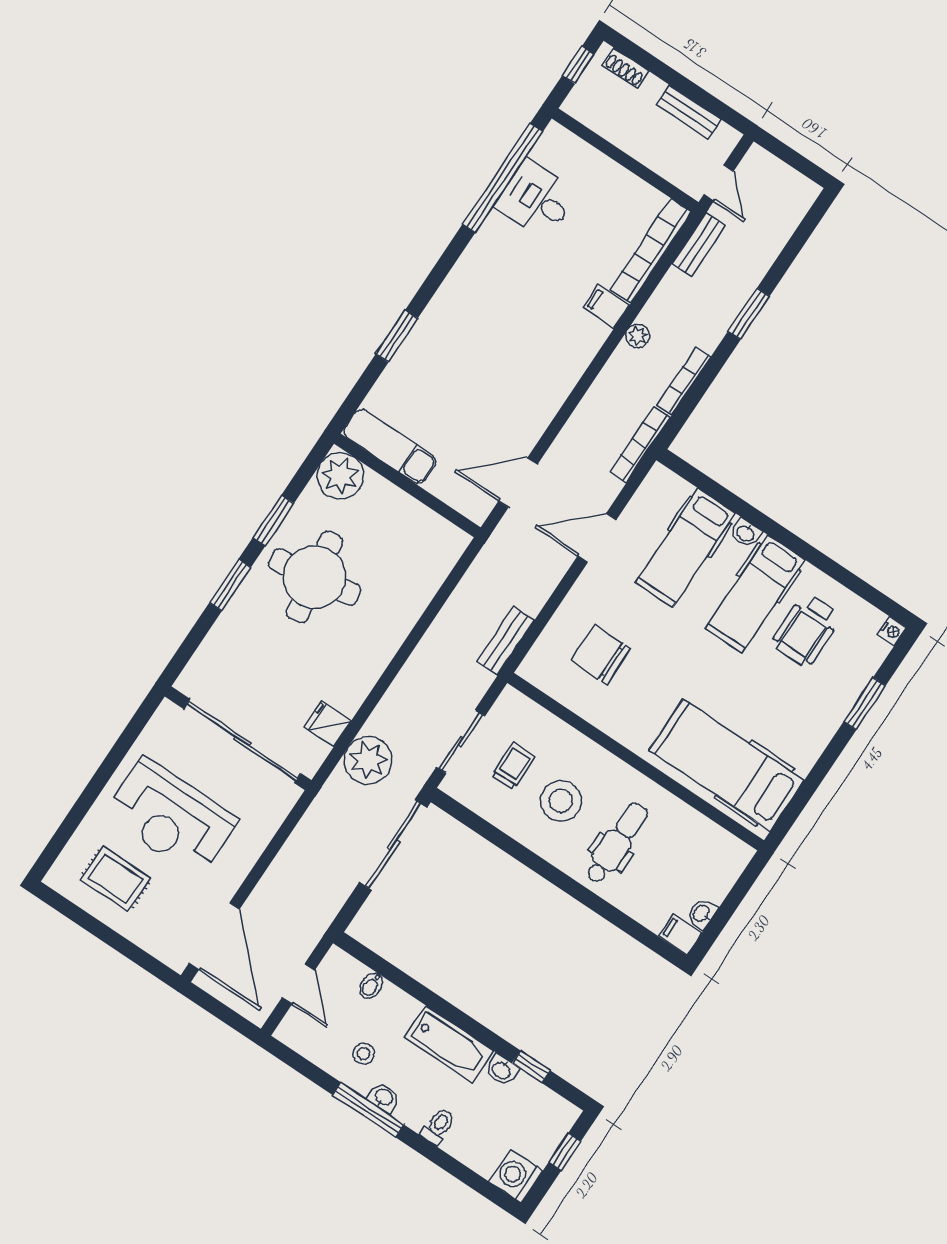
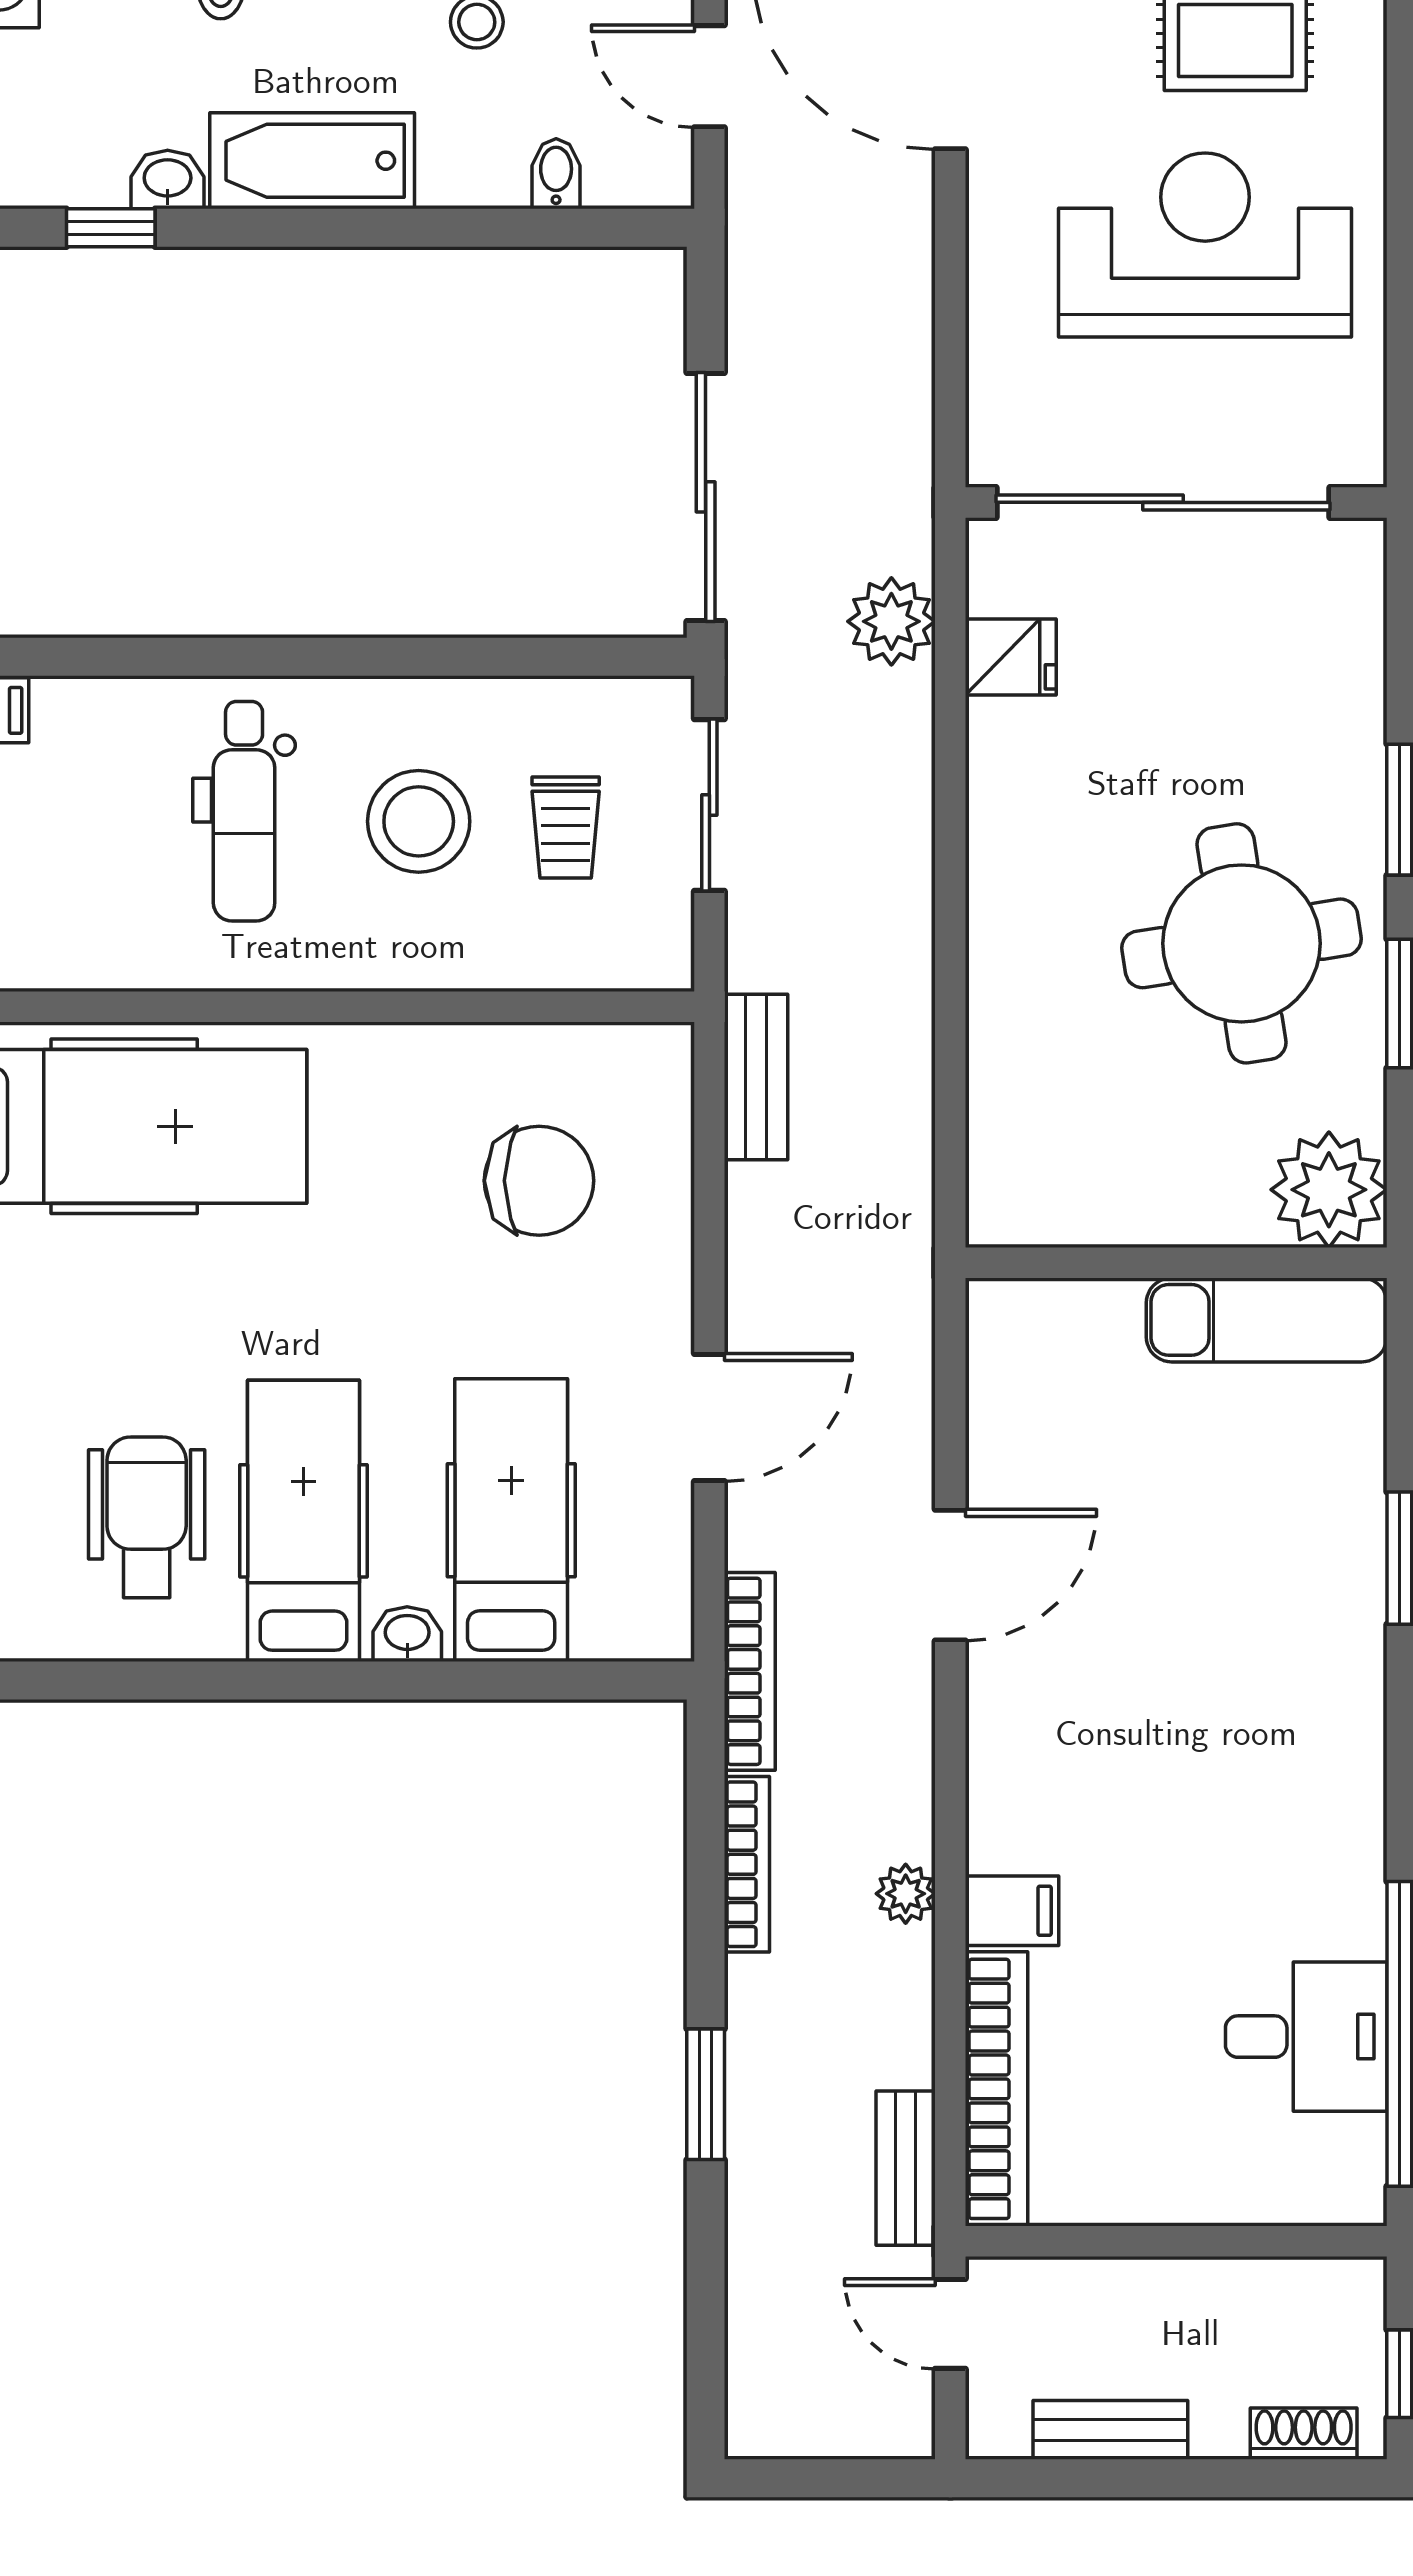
door: (518, 483) -> (950, 1575), moved
plant: (368, 760) -> (891, 621), width x0.73, depth x0.73

